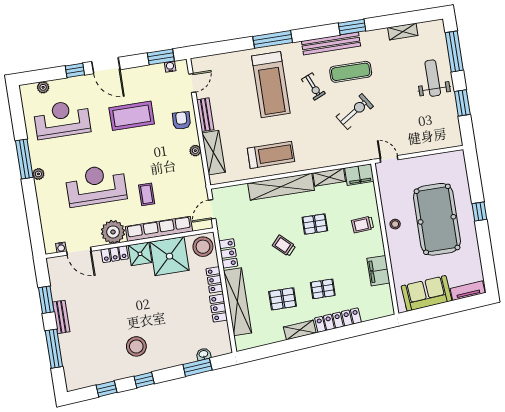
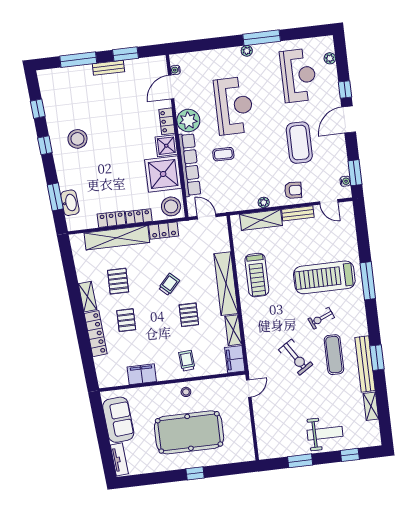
bench: (331, 44) -> (365, 364), moved
window: (454, 51) -> (350, 455), width x0.46
washbasin: (203, 354) -> (70, 203), width x1.91, depth x1.45

